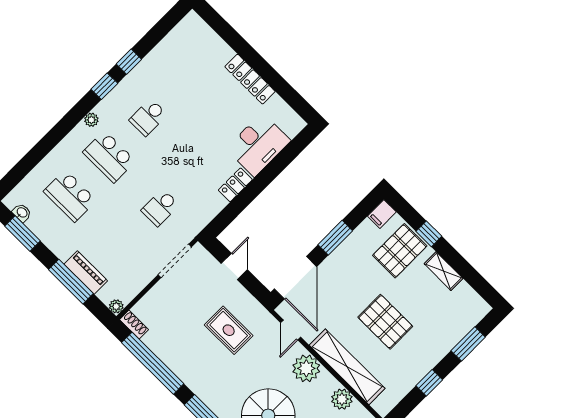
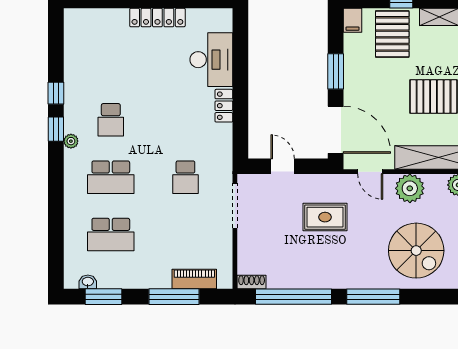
plant: (91, 120) -> (71, 141), moved
piano: (86, 272) -> (194, 279), moved
plant: (116, 306) -> (225, 282), removed

